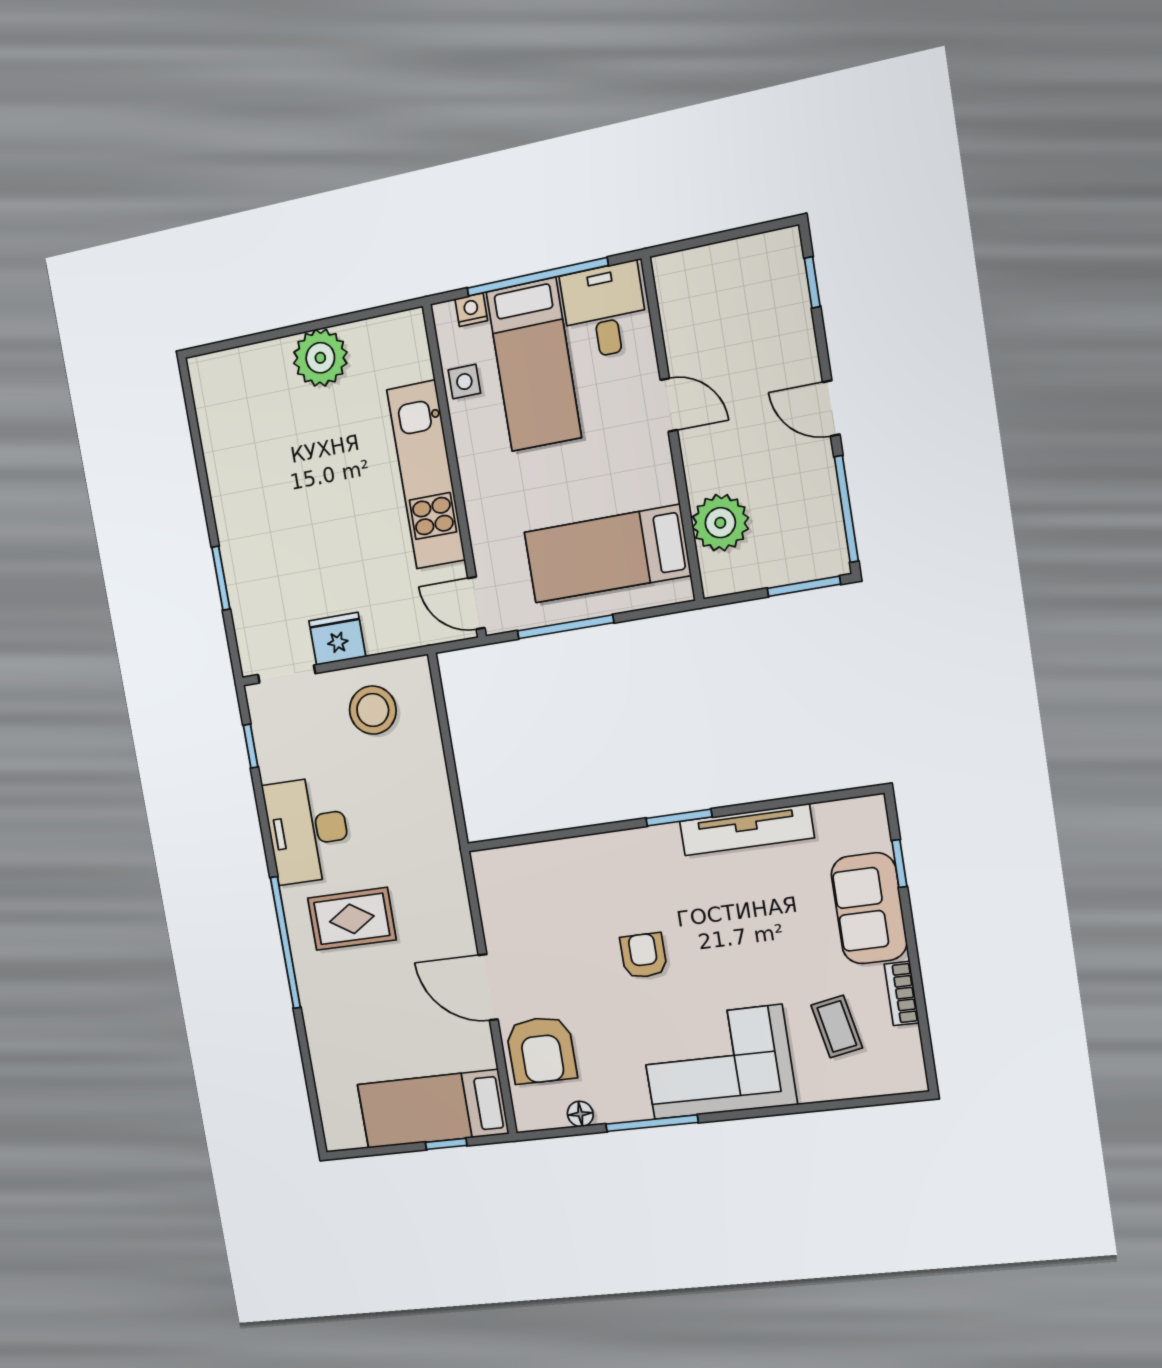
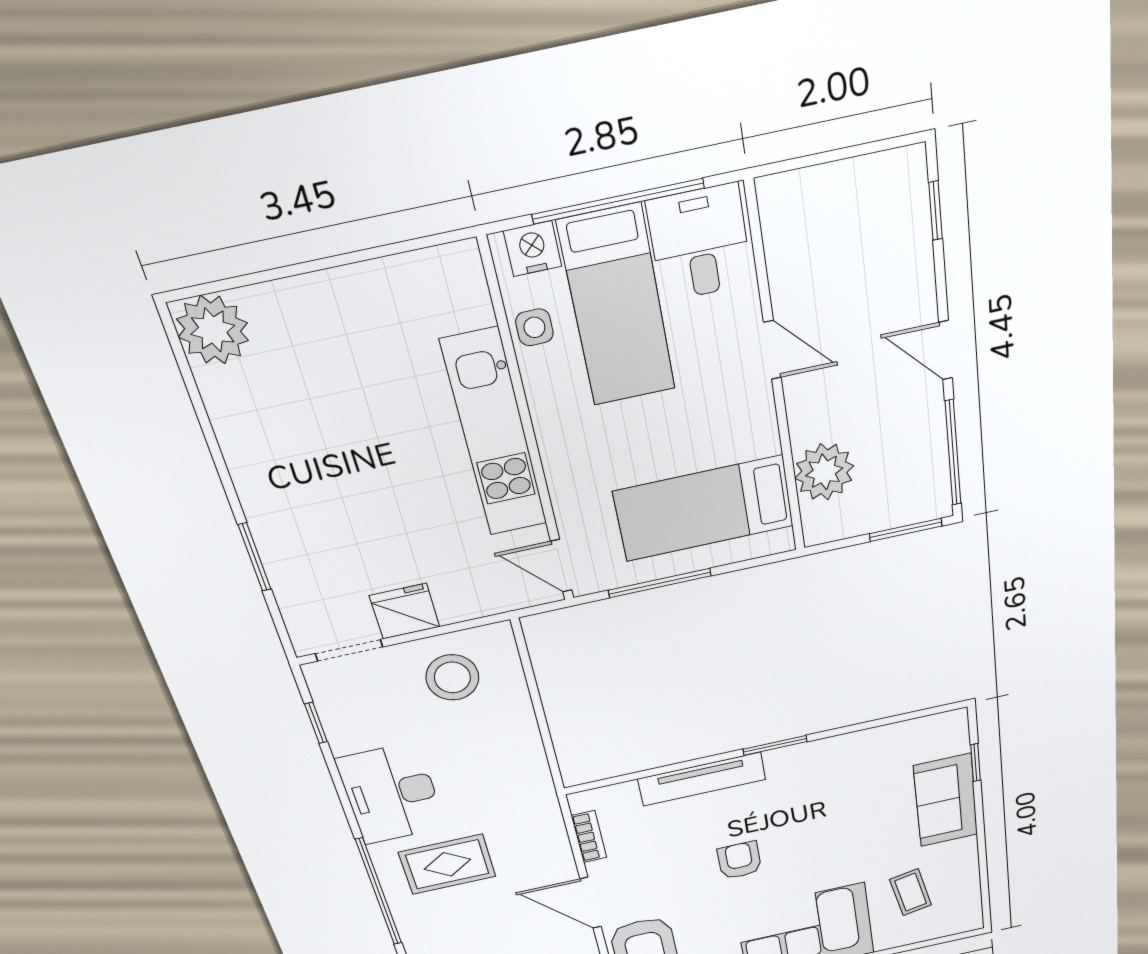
nightstand: (471, 310) -> (533, 249), width x1.39, depth x1.35
plant: (320, 358) -> (213, 330), moved
tv unit: (747, 830) -> (702, 779), moved
bookcase: (902, 993) -> (589, 837), moved, turned 180

